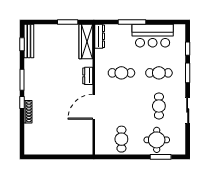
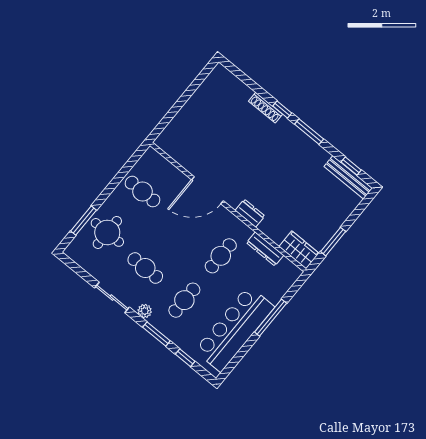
dresser: (100, 36) -> (265, 249), moved
bar counter: (153, 36) -> (234, 329), width x1.36
wardrobe: (86, 42) -> (299, 250), width x0.67
plant: (181, 88) -> (145, 311), added
door: (94, 107) -> (208, 190), swing flipped

